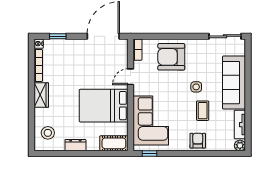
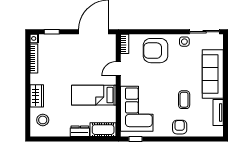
side table: (196, 87) -> (184, 42), moved
wardrobe: (41, 95) -> (37, 96), moved
bed: (104, 106) -> (94, 95), width x0.67
dresser: (75, 145) -> (80, 131), moved
plant: (240, 145) -> (218, 132), removed

